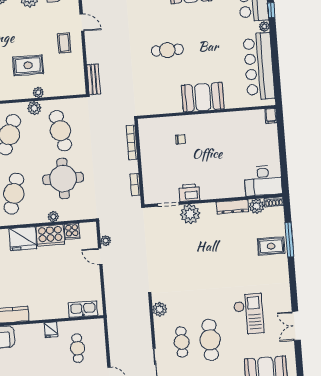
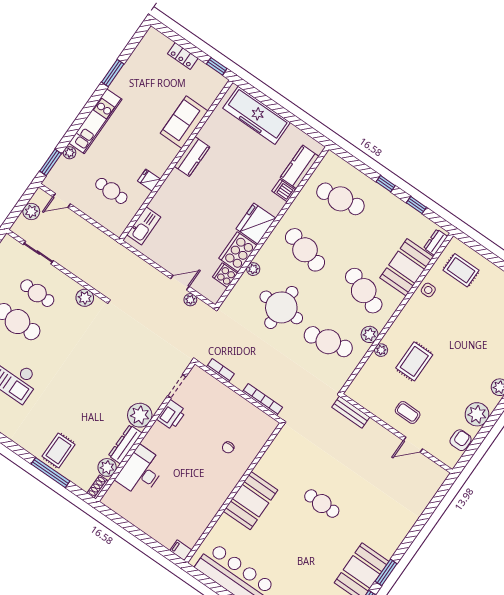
cafe table: (167, 50) -> (322, 504), turned 90
desk: (263, 181) -> (141, 472), moved
plant: (190, 214) -> (140, 415), moved

